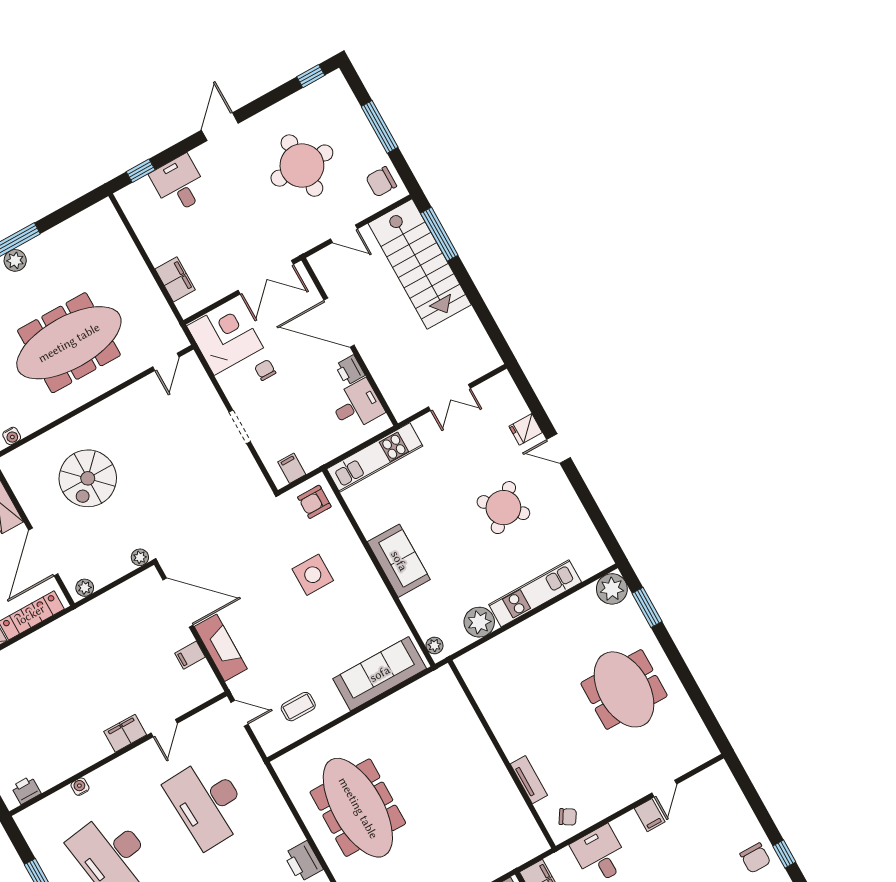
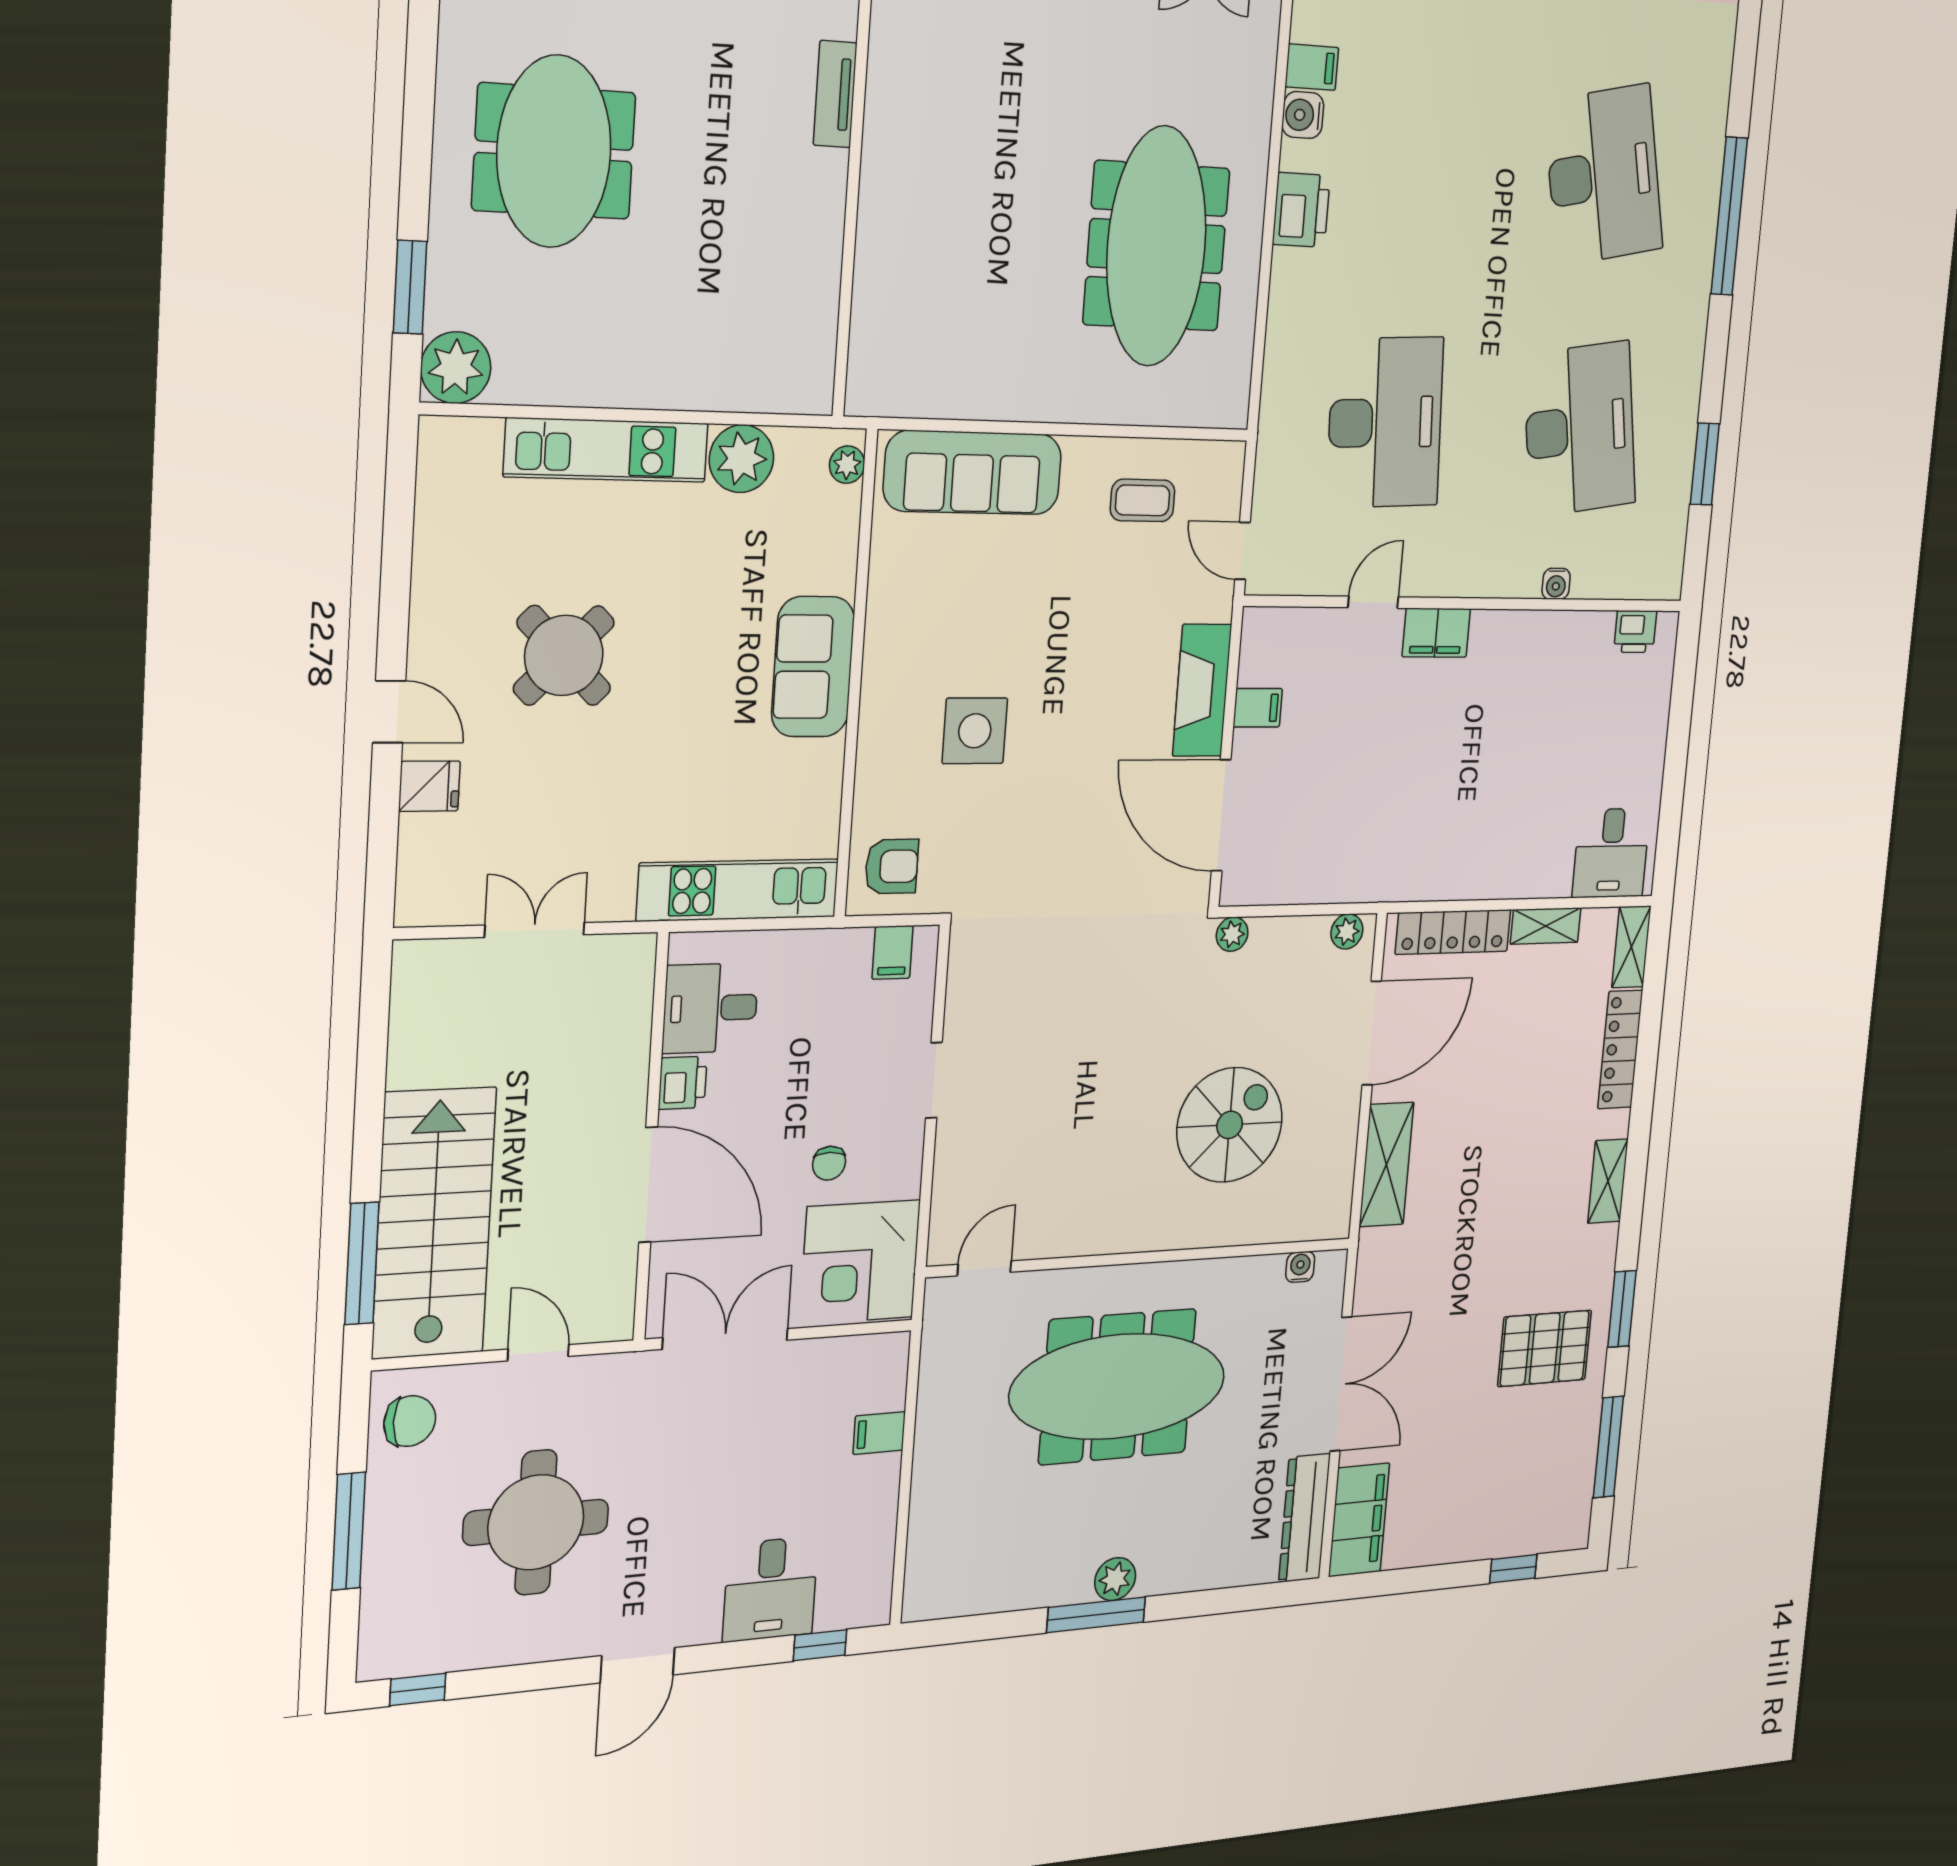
filing cabinet: (175, 279) -> (879, 1433), width x0.50

